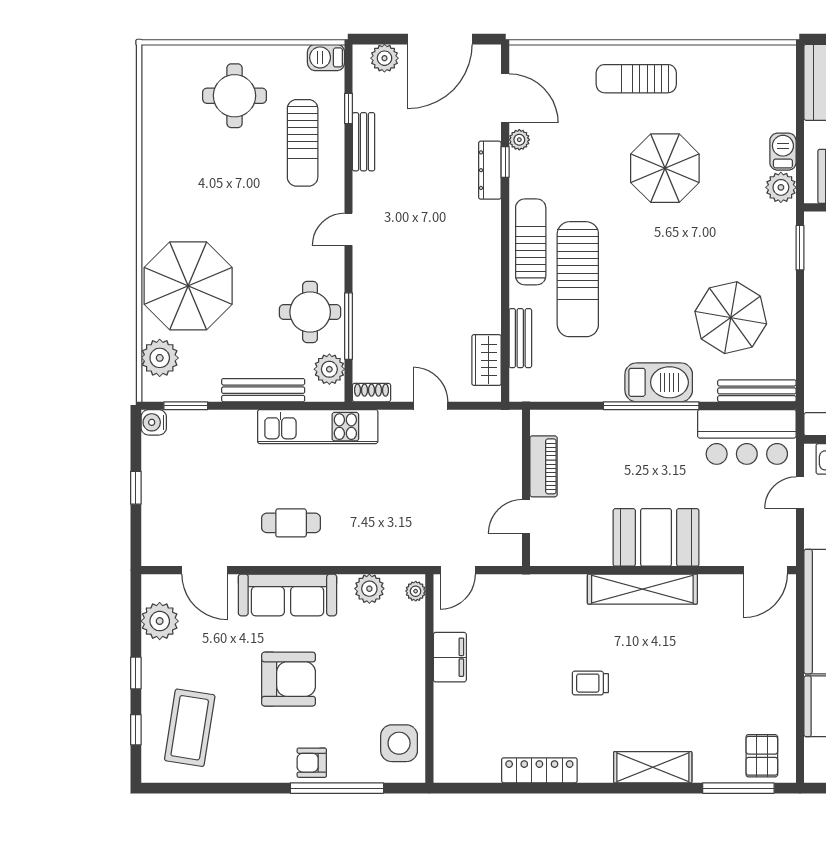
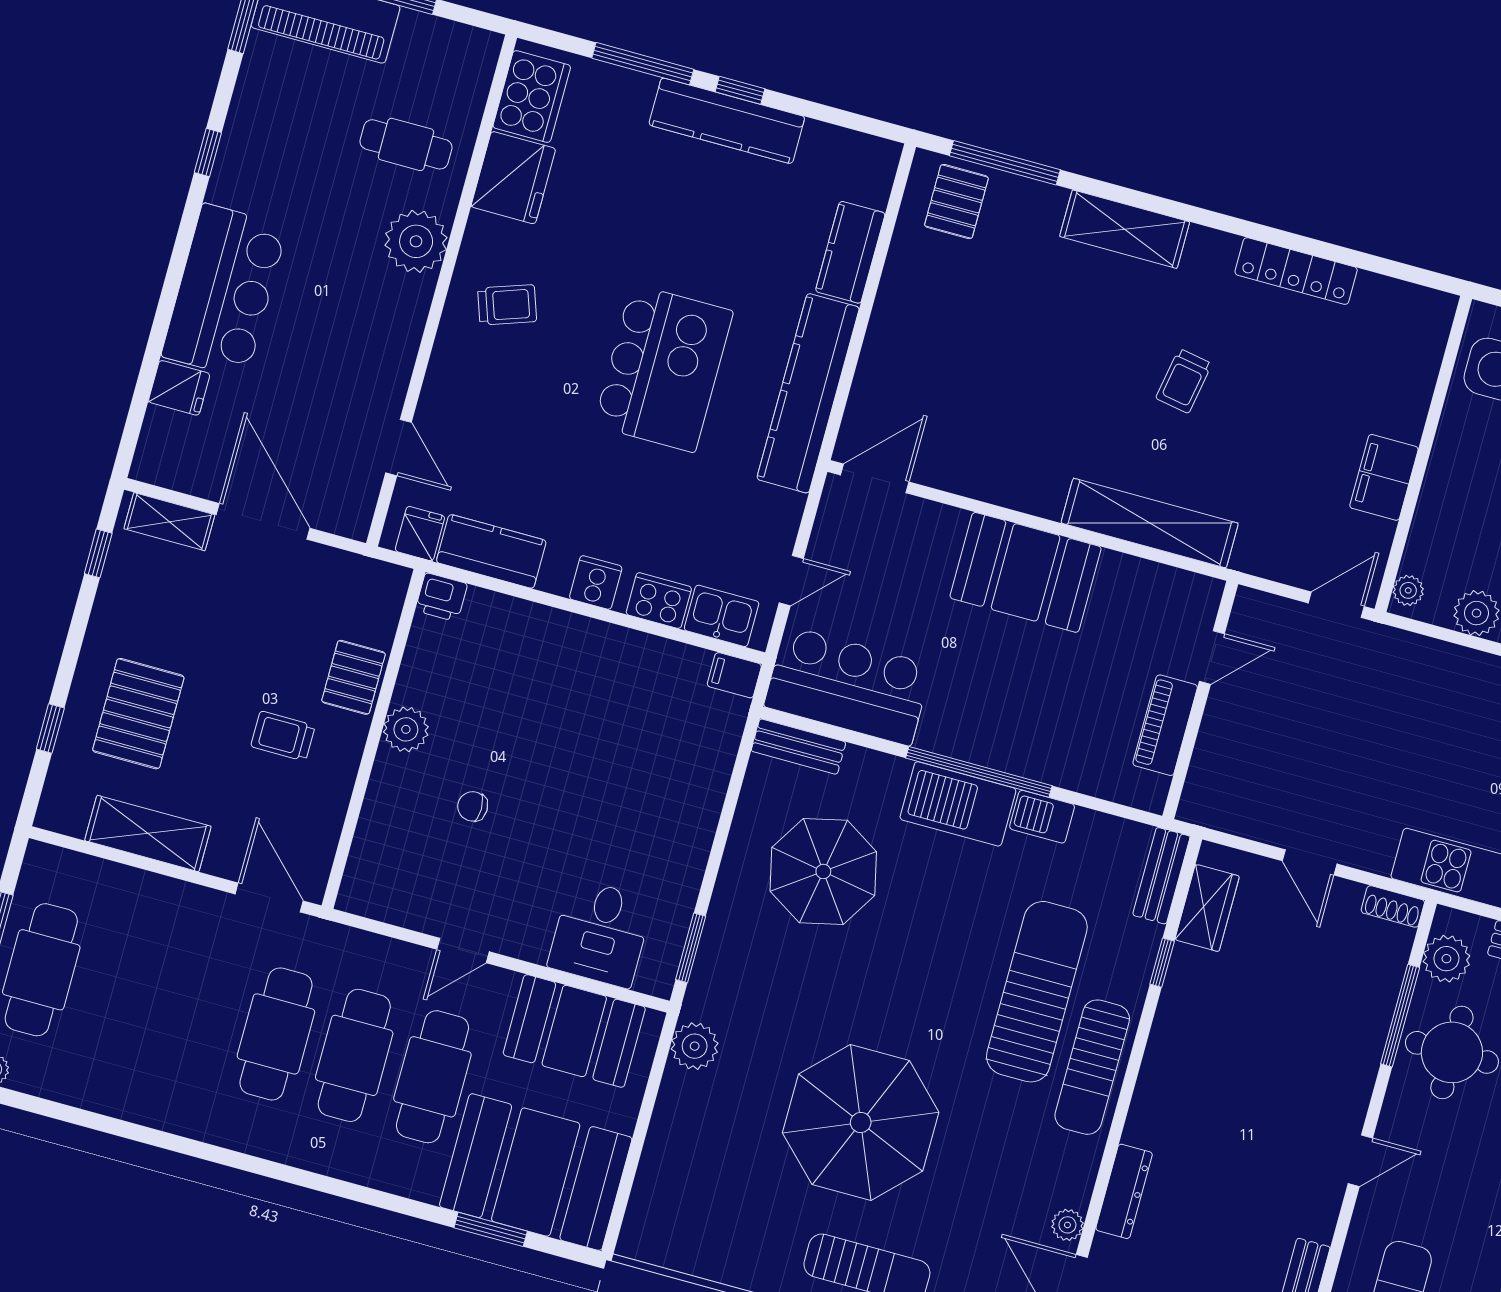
barbecue: (783, 152) -> (1042, 817), moved, turned 90
window: (505, 162) -> (1162, 963), moved
parasol: (665, 168) -> (861, 1122), width x1.36, depth x1.36
bench: (520, 338) -> (1161, 876), moved
bench: (757, 391) -> (798, 747), width x0.73
shelving: (642, 589) -> (1150, 523), moved
trolley: (590, 683) -> (1184, 381), turned 100

